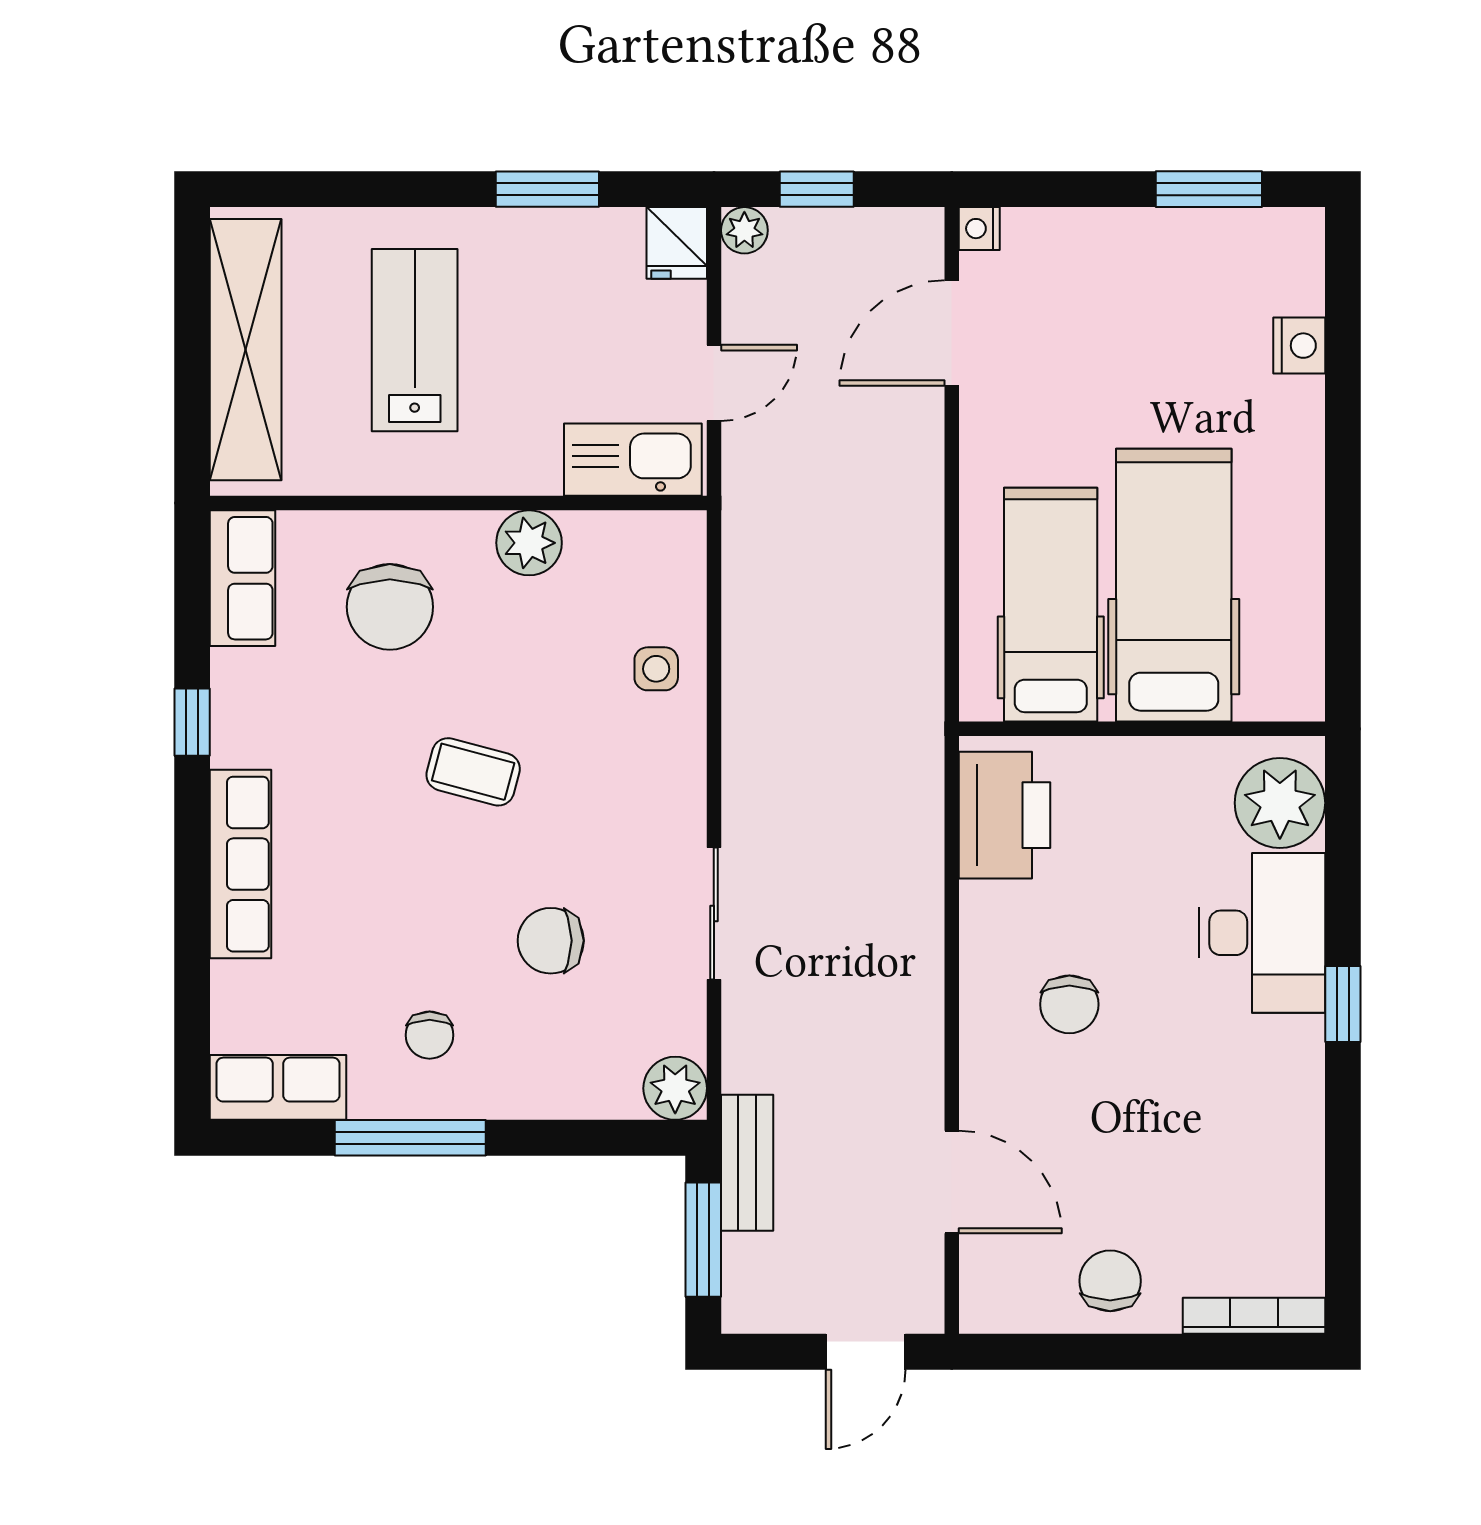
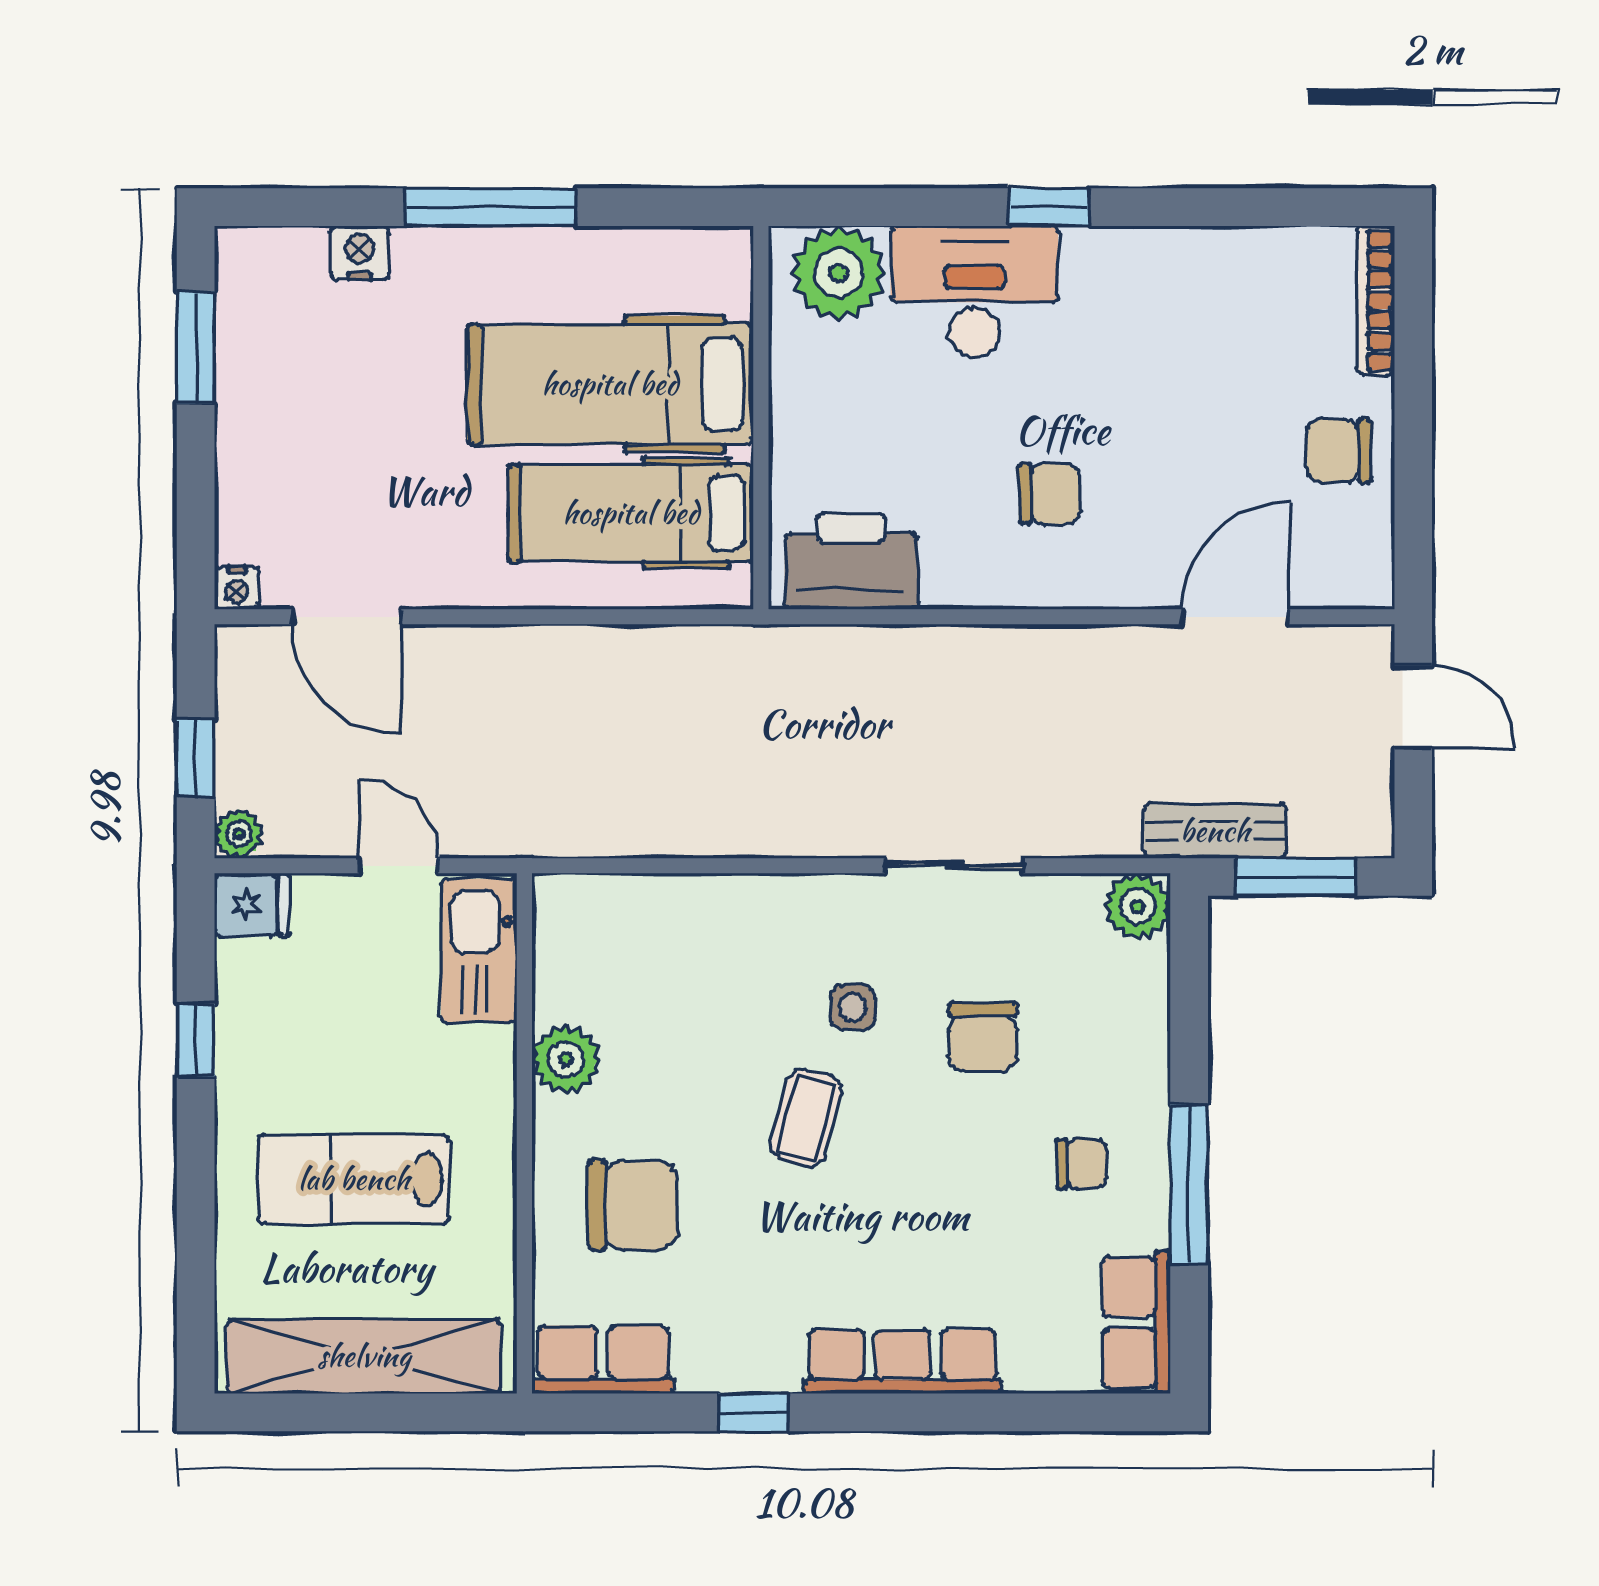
window: (547, 189) -> (196, 1040), width x0.67
window: (1343, 471) -> (491, 207), added
side table: (656, 669) -> (853, 1007), moved

